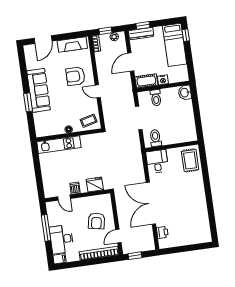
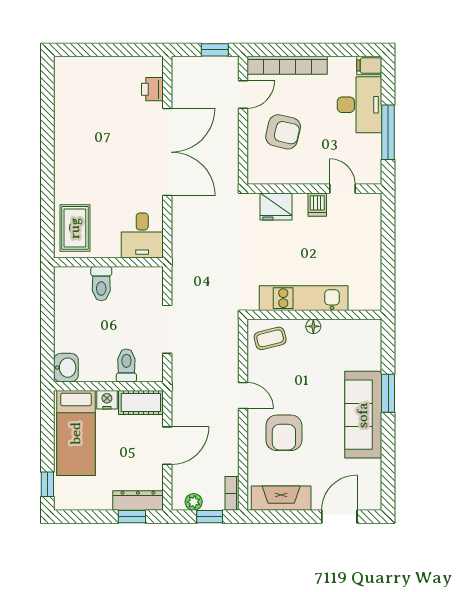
bed: (175, 45) -> (76, 433), moved, turned 180
armchair: (75, 76) -> (284, 433), turned 90
toilet: (155, 138) -> (101, 284), moved
kitchen unit: (59, 145) -> (304, 298), moved
armchair: (96, 221) -> (283, 132), turned 92

